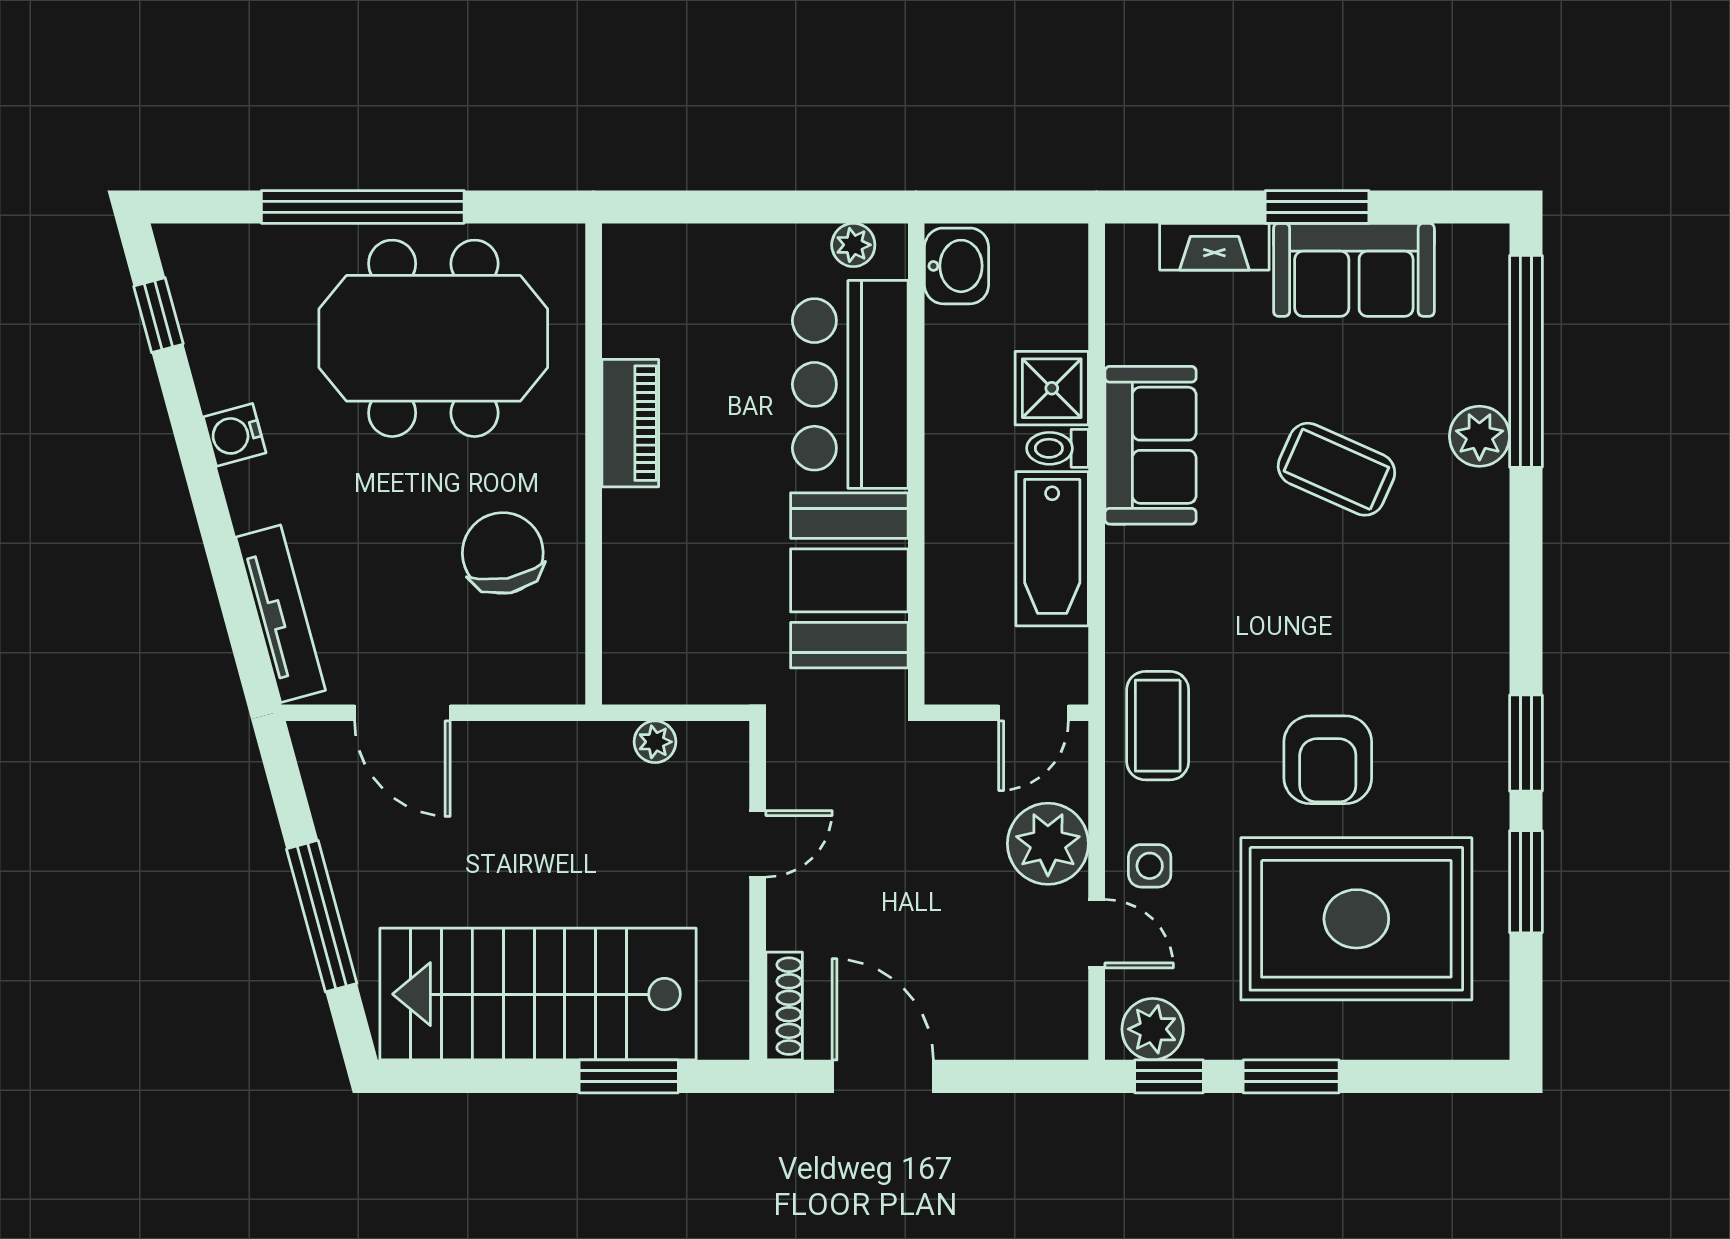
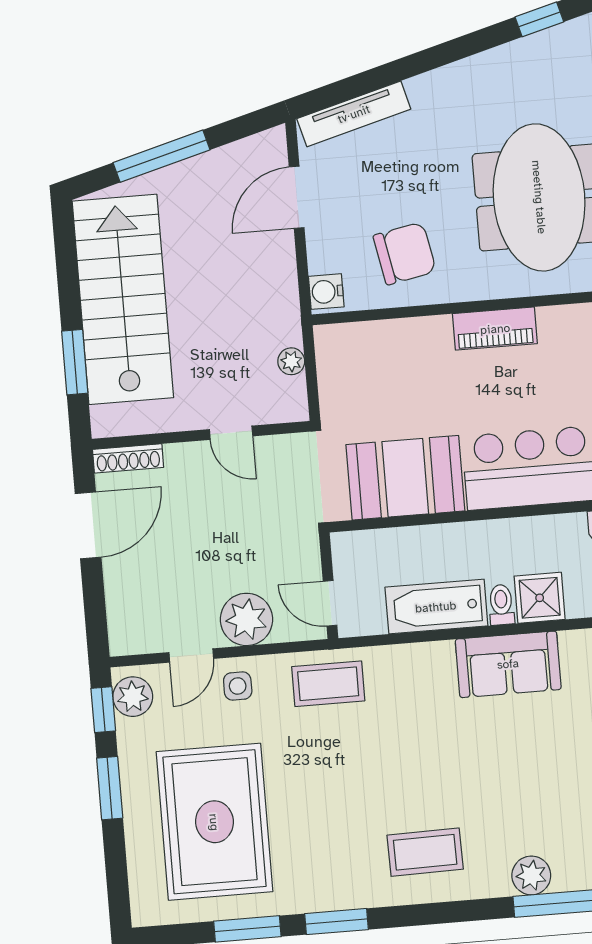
water cooler: (235, 435) -> (326, 292), moved, turned -75
coffee table: (1336, 469) -> (425, 852), moved, turned 65
armchair: (1328, 760) -> (315, 795), removed

